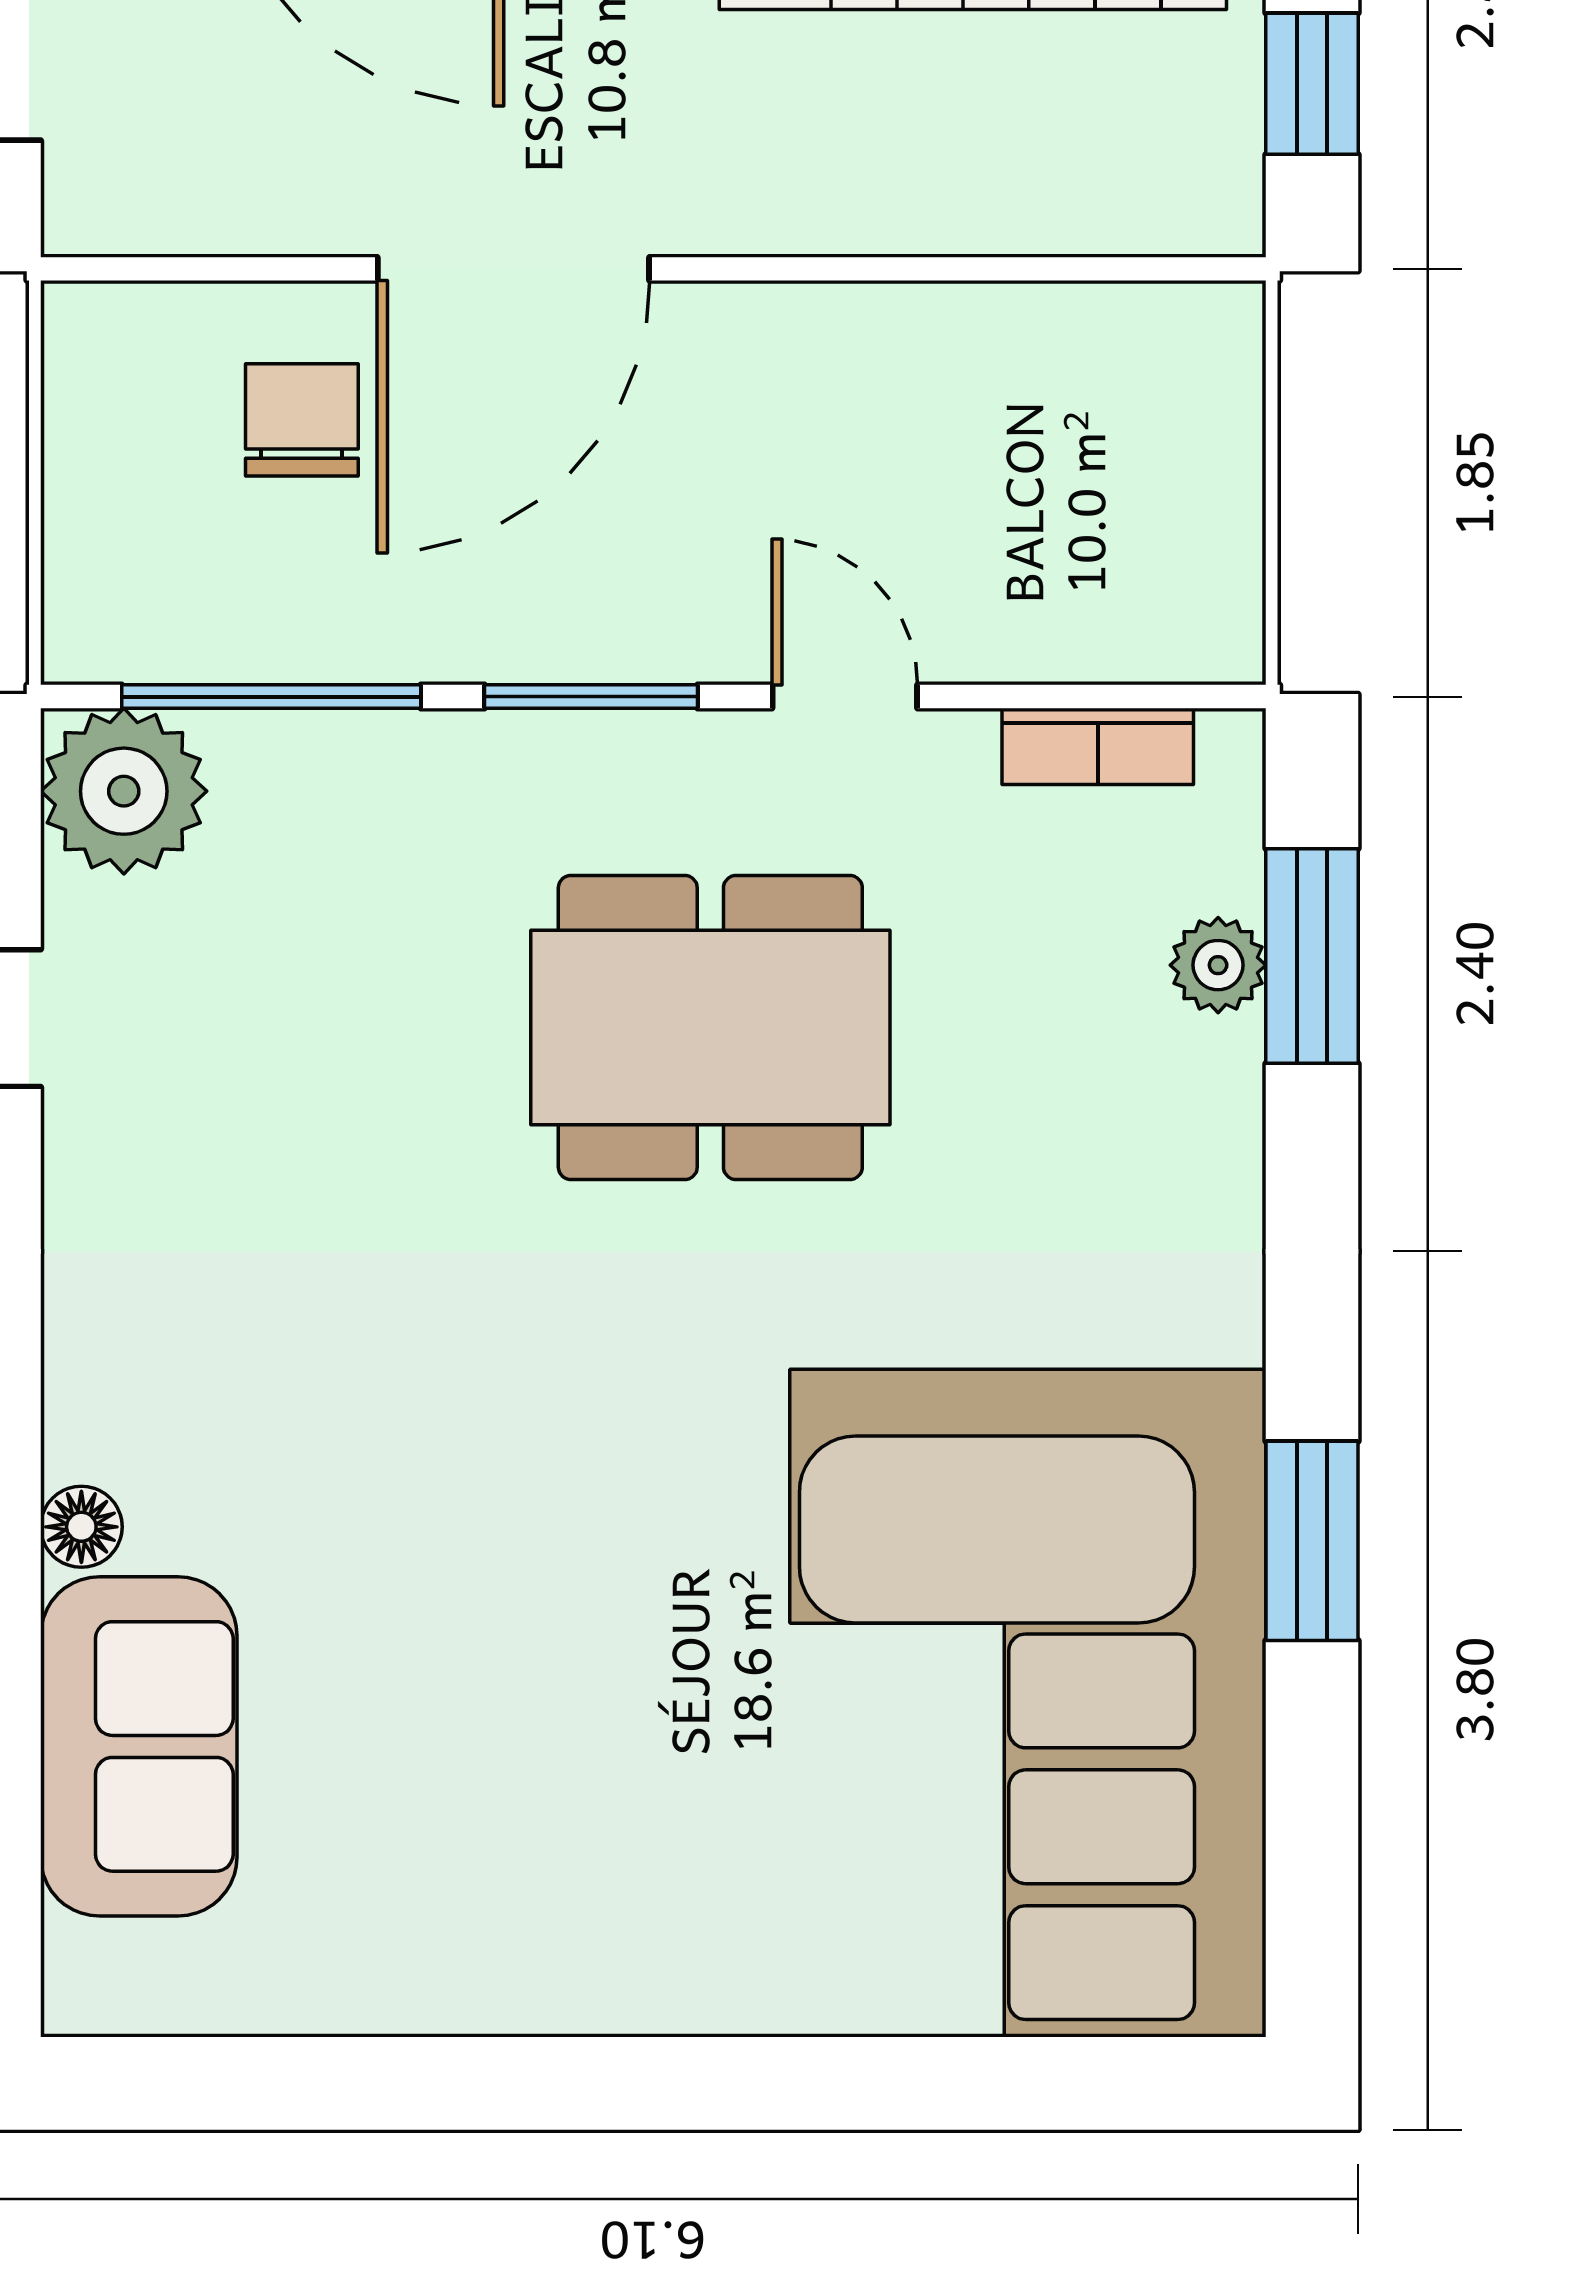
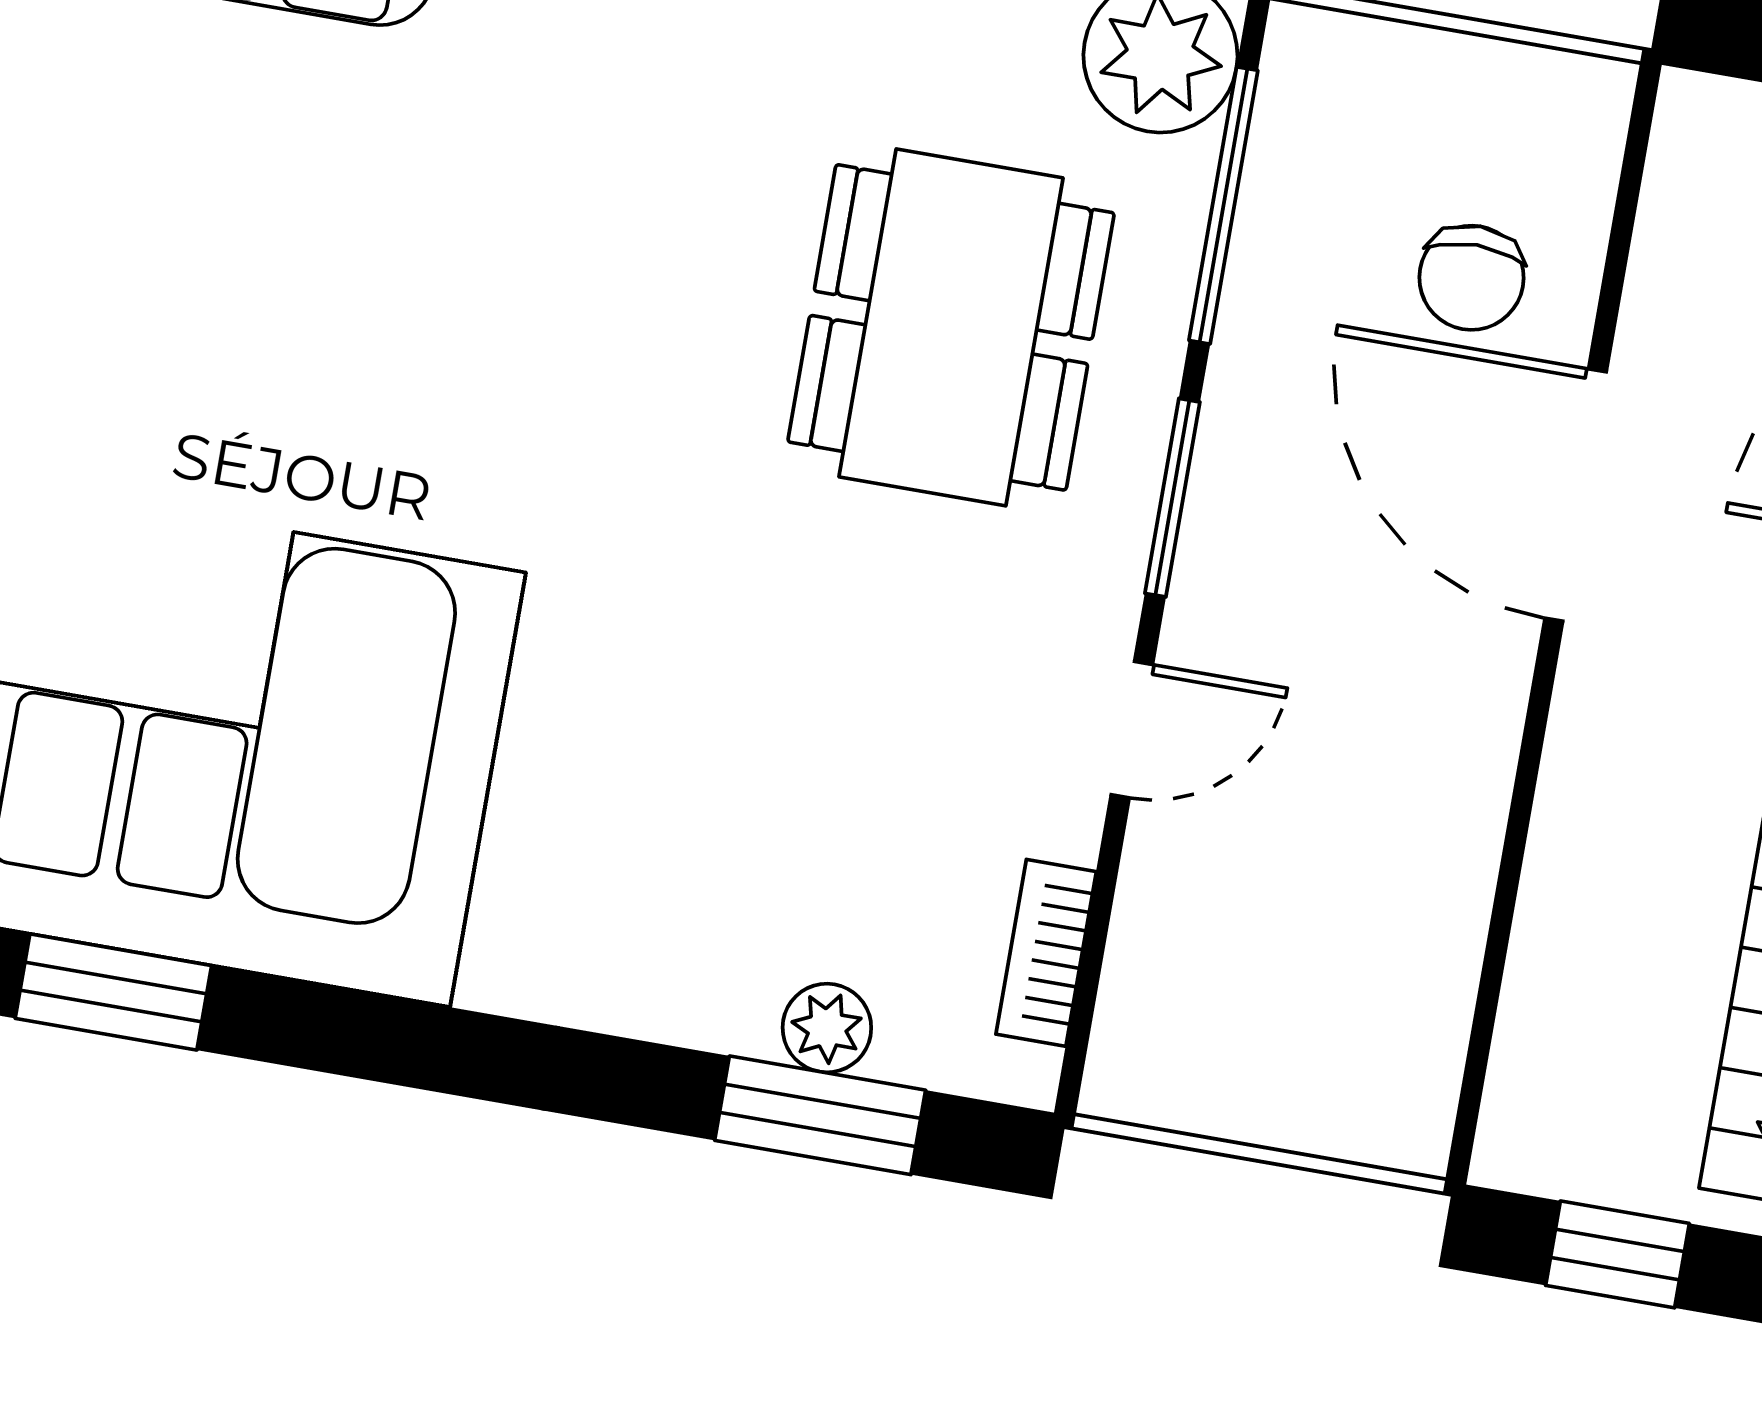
chair: (302, 420) -> (1471, 278), turned 90
dining table: (710, 1027) -> (951, 327), moved
window: (1312, 1541) -> (113, 992), moved

